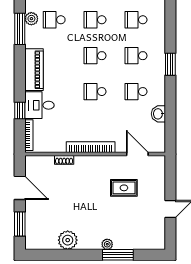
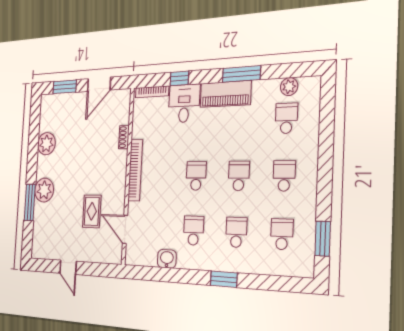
window: (20, 29) -> (241, 74), moved
door: (137, 154) -> (125, 229), swing flipped
plant: (107, 244) -> (44, 190), width x1.88, depth x1.88

